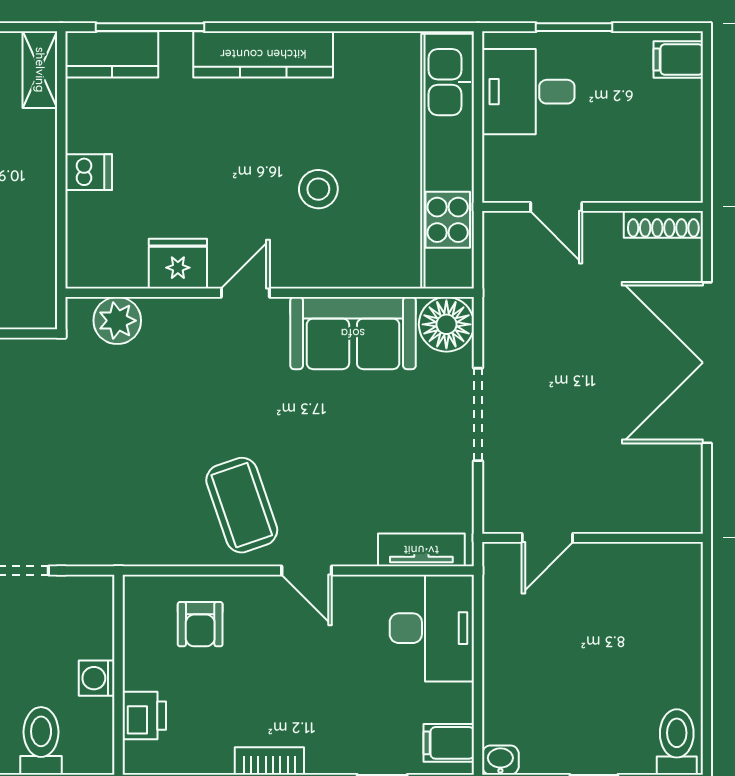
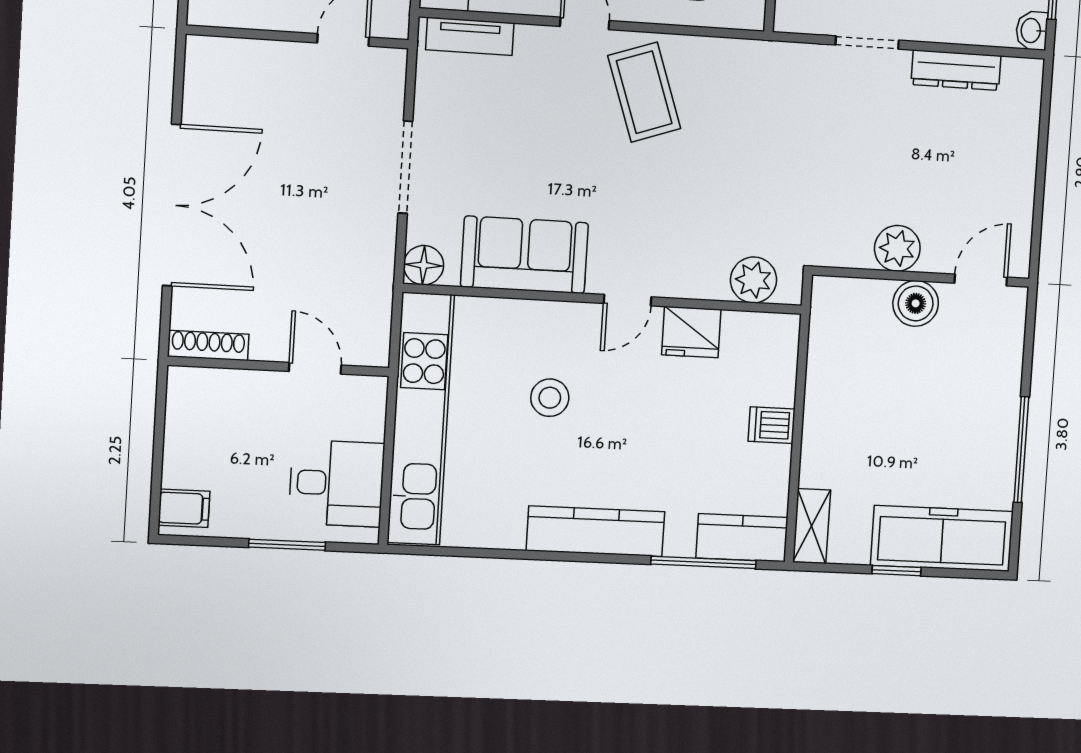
floor lamp: (446, 324) -> (424, 265), width x0.73, depth x0.73

